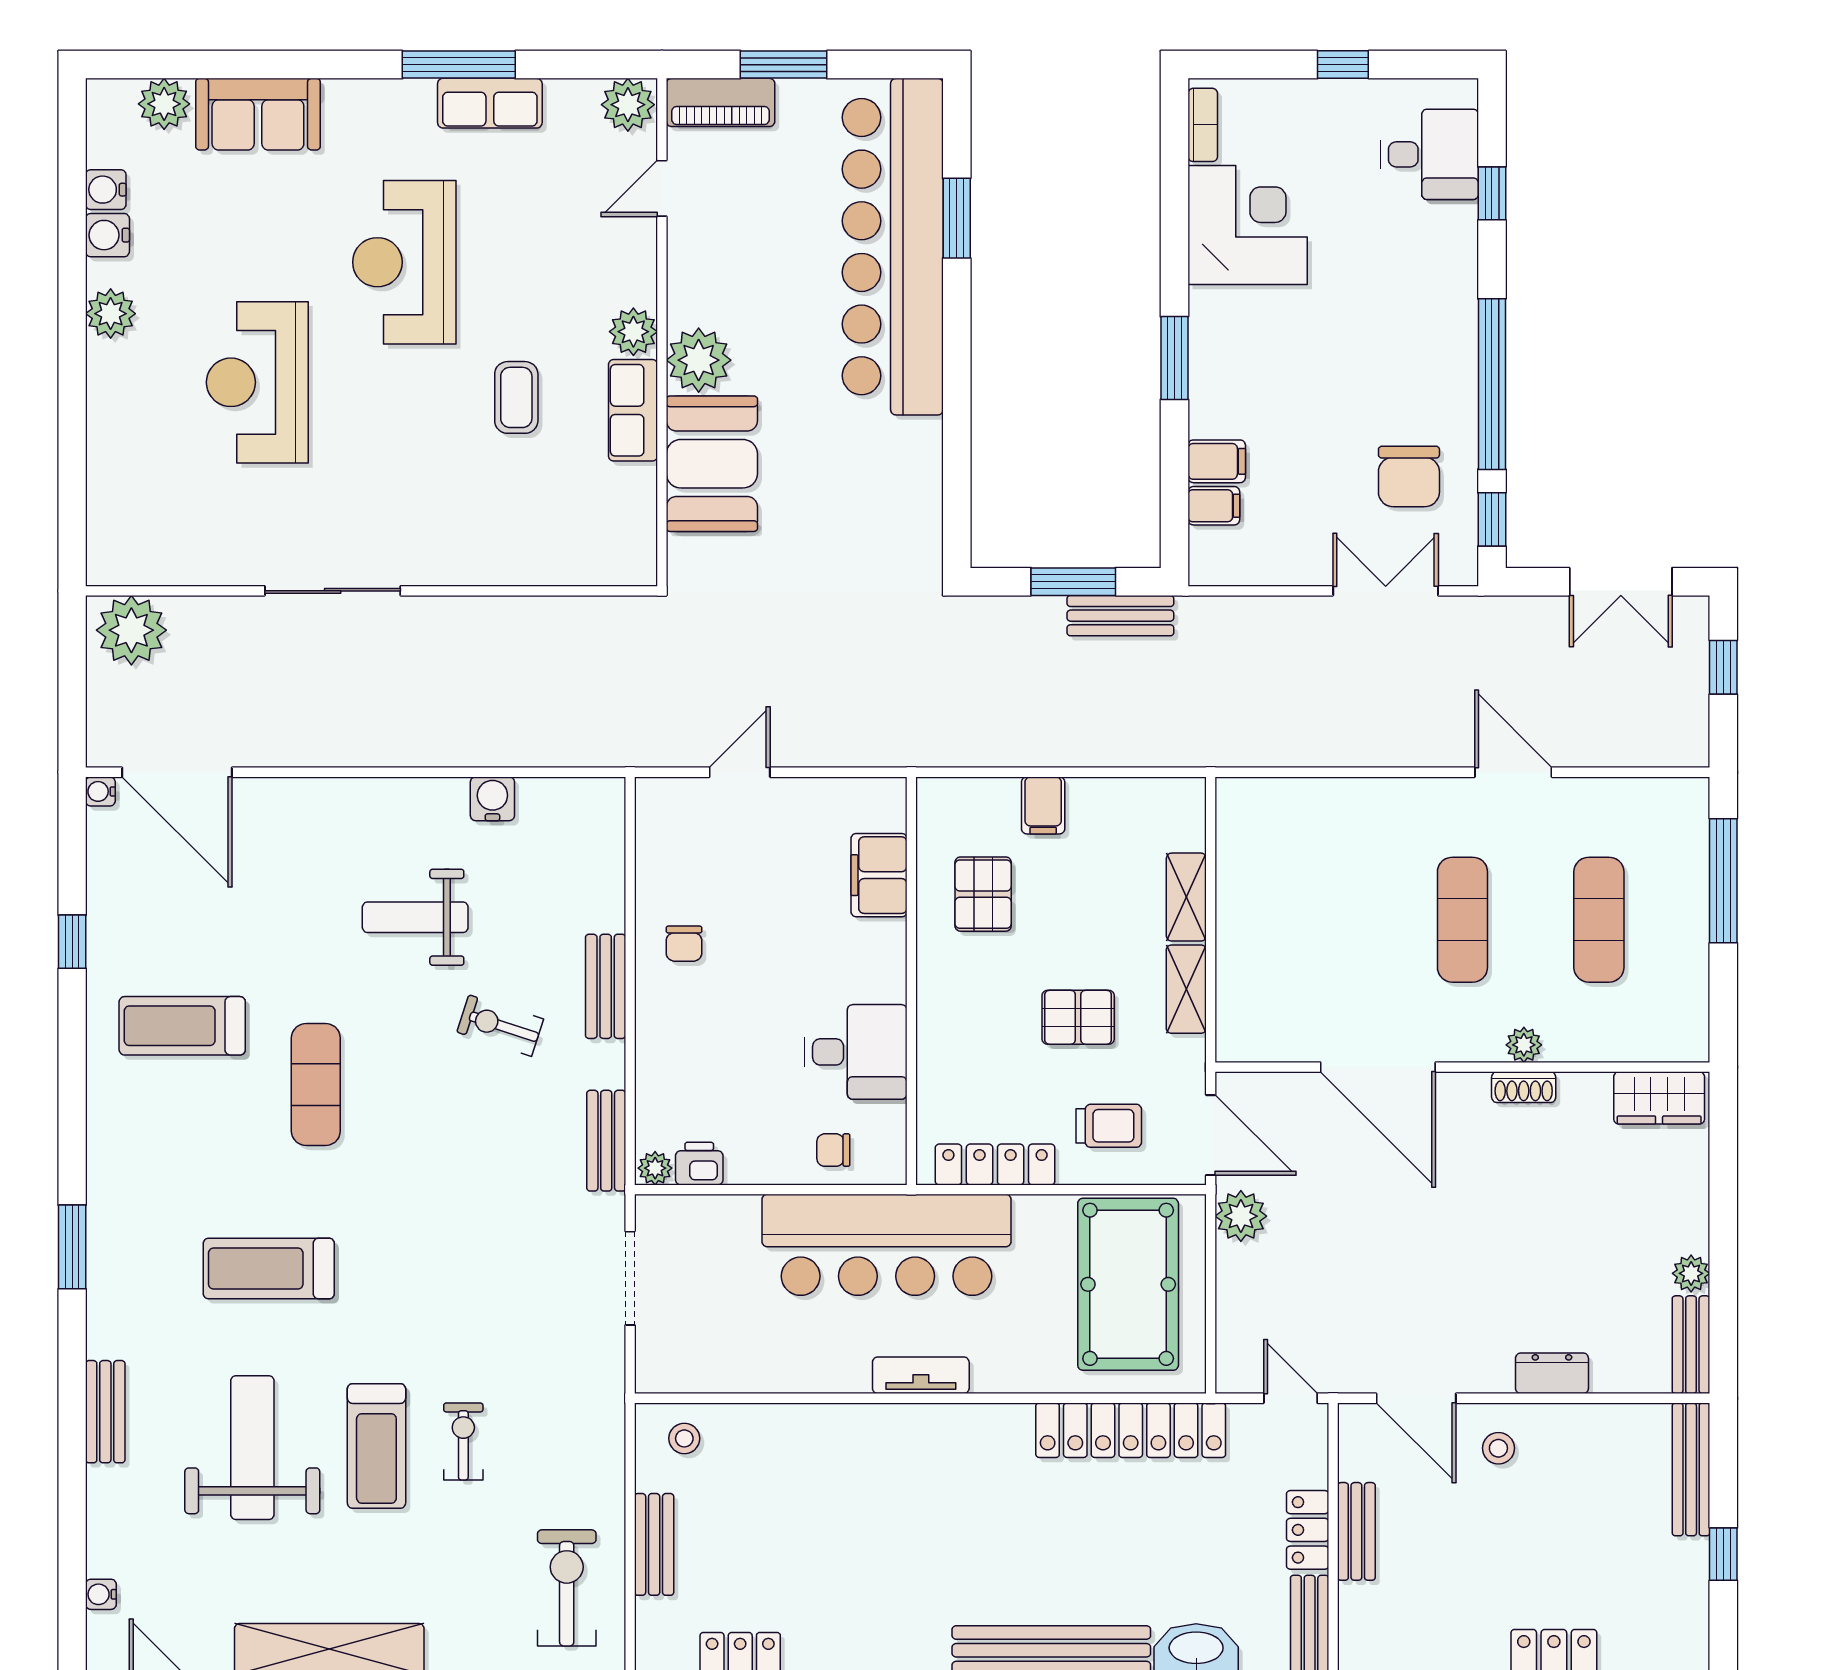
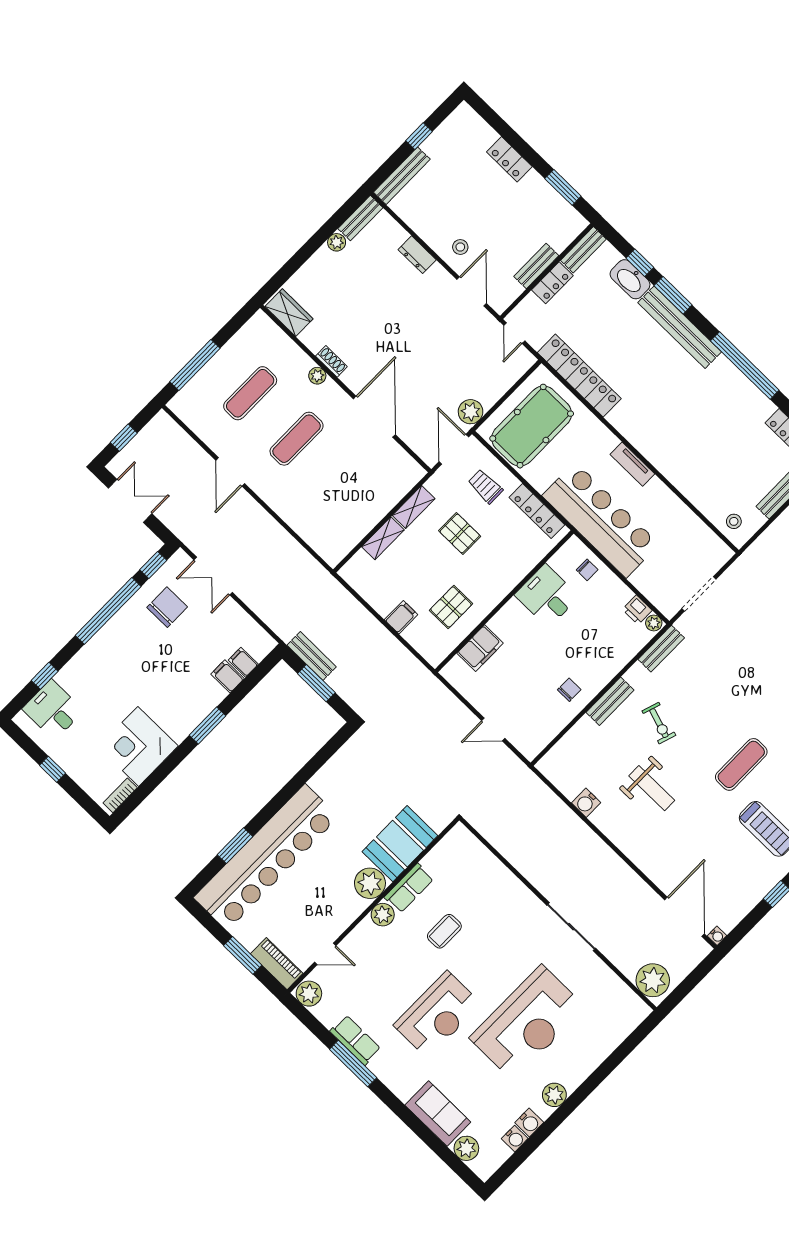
reception desk: (257, 382) -> (527, 1023), width x1.36, depth x1.30

